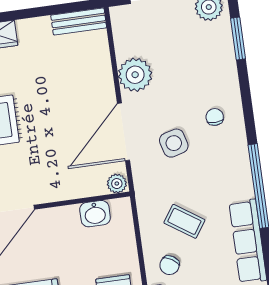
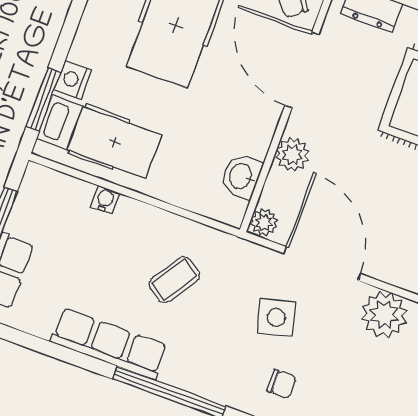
plant: (64, 188) -> (292, 155), added
chair: (169, 265) -> (131, 233), removed

